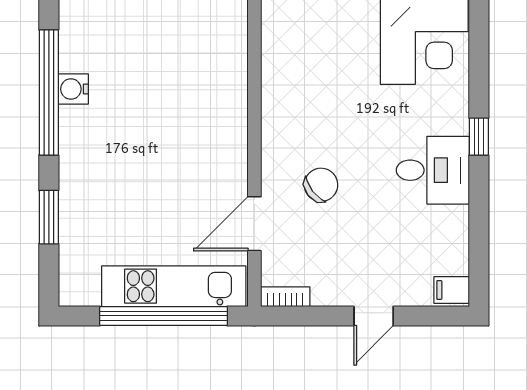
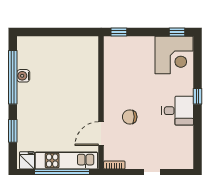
chair: (321, 185) -> (130, 117), turned -142
fridge: (82, 286) -> (27, 160), added
filing cabinet: (452, 290) -> (186, 162), removed

